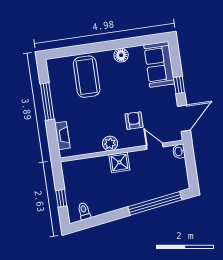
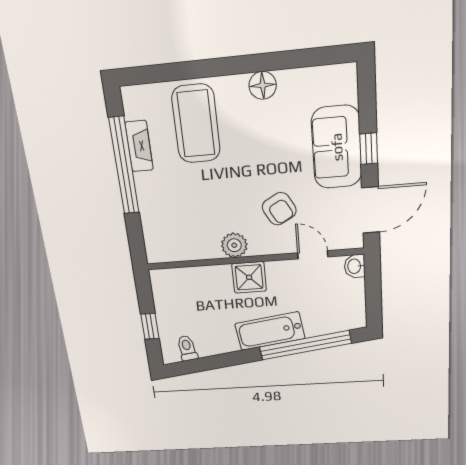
sofa: (159, 64) -> (337, 147), moved
window: (47, 102) -> (124, 166), width x1.46
armchair: (134, 121) -> (279, 209), turned 151
fireplace: (62, 136) -> (139, 146), moved
bathtub: (133, 196) -> (270, 331), added

